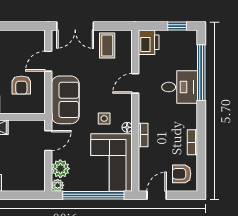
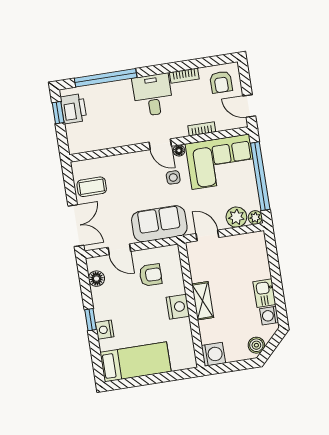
floor lamp: (26, 37) -> (96, 279), added
printer: (149, 42) -> (73, 109), moved, turned 90
door: (135, 83) -> (160, 144), moved
desk: (180, 87) -> (153, 95), moved
bookcase: (143, 135) -> (202, 129), moved

